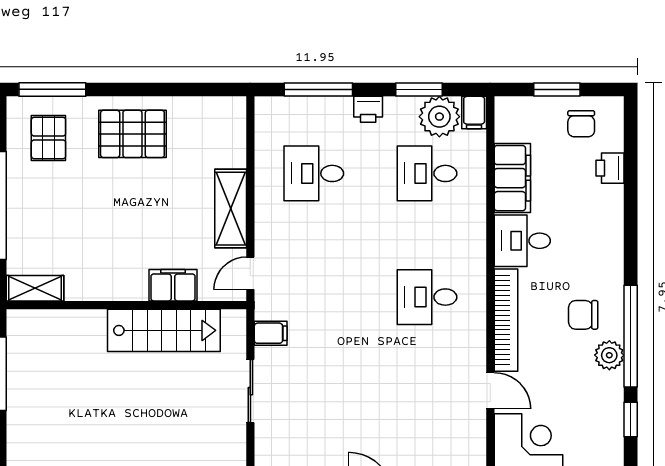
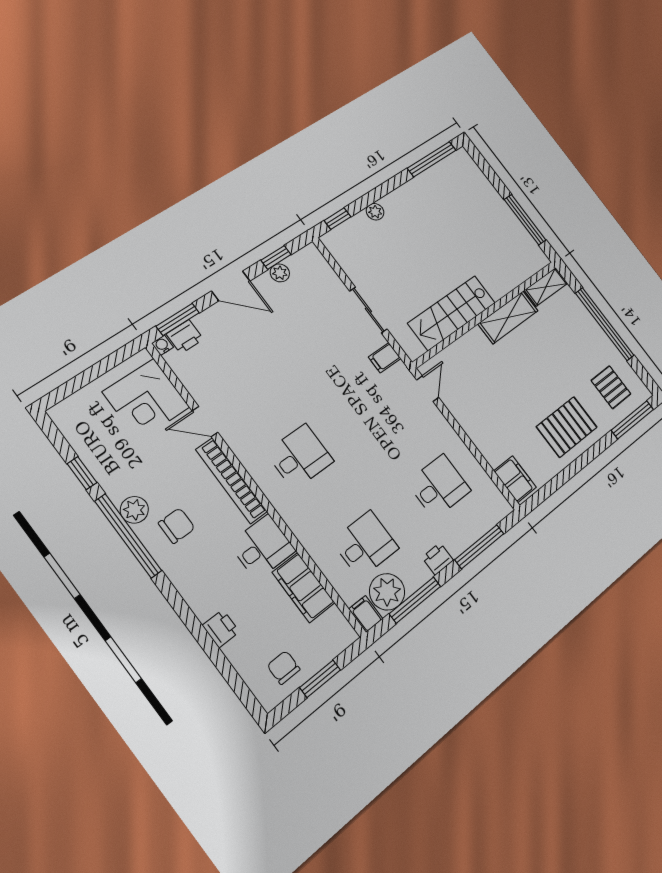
window: (419, 89) -> (415, 600), width x1.44
printer: (610, 168) -> (221, 629), moved
shelving: (231, 209) -> (508, 317), moved, turned 90
filing cabinet: (173, 285) -> (515, 479), moved, turned -90

